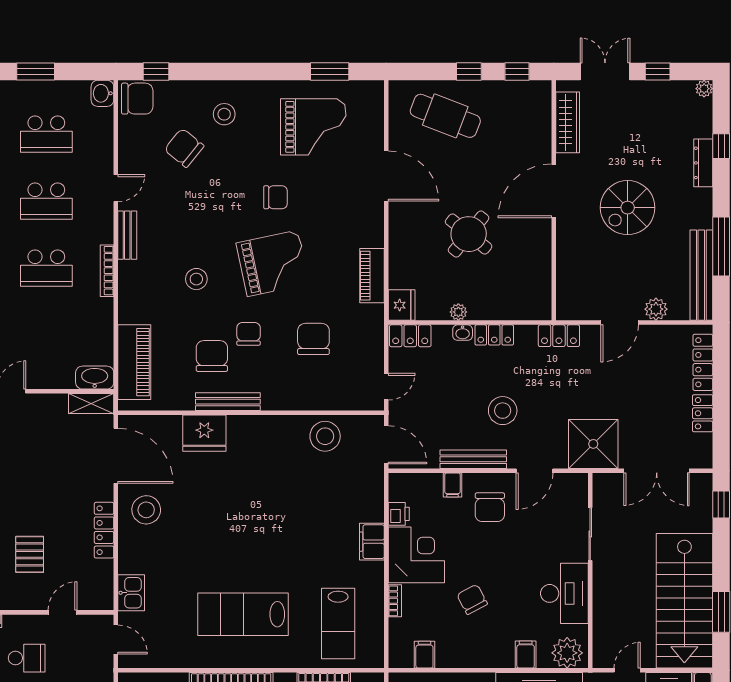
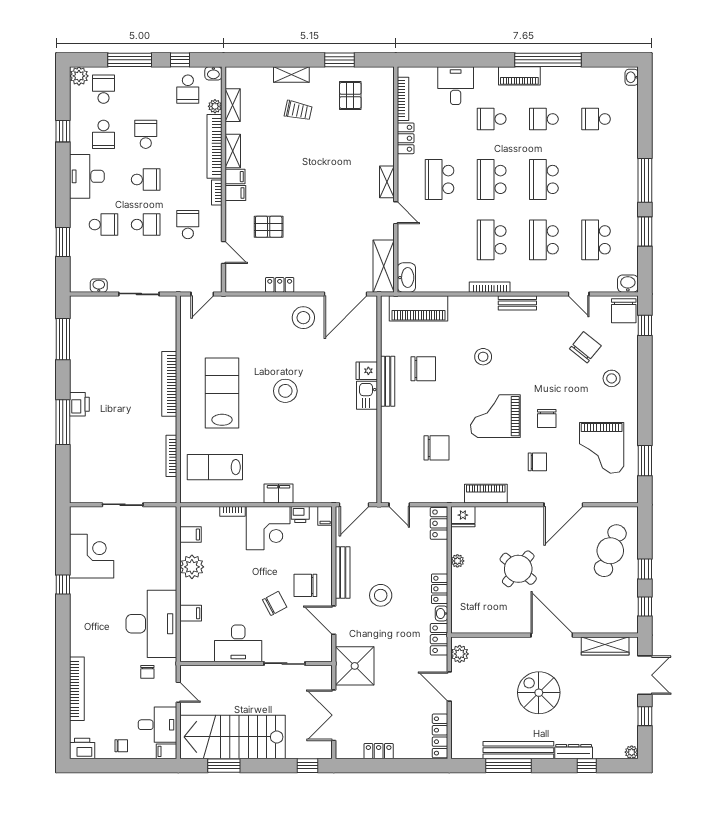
door: (116, 188) -> (579, 294), moved
grand piano: (273, 263) -> (495, 416), turned 102
bench: (701, 275) -> (518, 750), moved
plant: (656, 309) -> (460, 654), moved
washbasin: (463, 333) -> (441, 613), moved
chair: (249, 334) -> (537, 462), moved
locker: (703, 362) -> (440, 736), moved, turned -90
shelving: (91, 404) -> (384, 266), width x1.50, depth x1.33
fridge: (204, 433) -> (367, 371), width x0.53, depth x0.75
stool: (325, 436) -> (285, 391), moved
filing cabinet: (452, 485) -> (325, 516), moved, turned -90
locker: (104, 530) -> (280, 285), width x0.66
kitchen sink: (131, 593) -> (367, 395), moved, turned 90
chair: (472, 599) -> (275, 603), moved
plant: (567, 653) -> (192, 567), moved
school desk: (27, 658) -> (188, 225), turned 180

